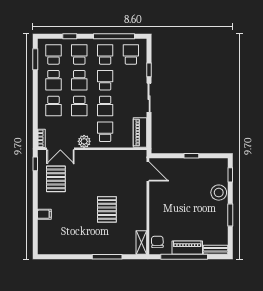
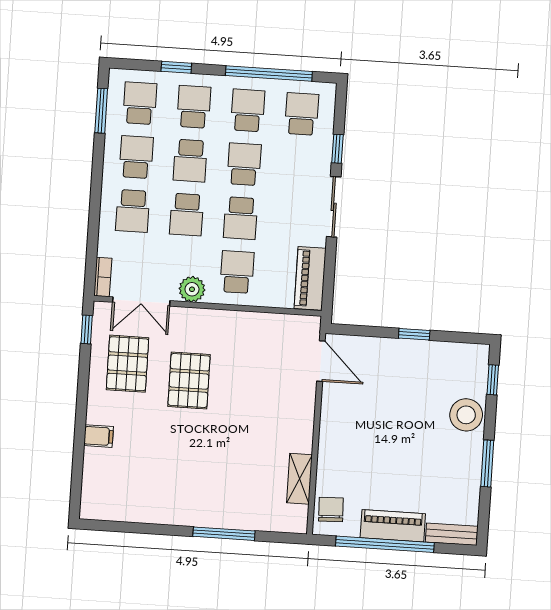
school desk: (53, 80) -> (136, 157), turned 180
pallet: (107, 209) -> (189, 381), moved
shelving: (141, 243) -> (299, 479), moved

